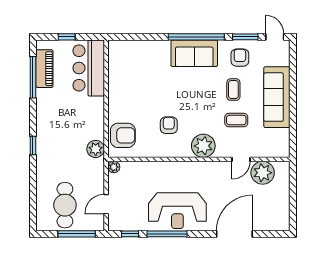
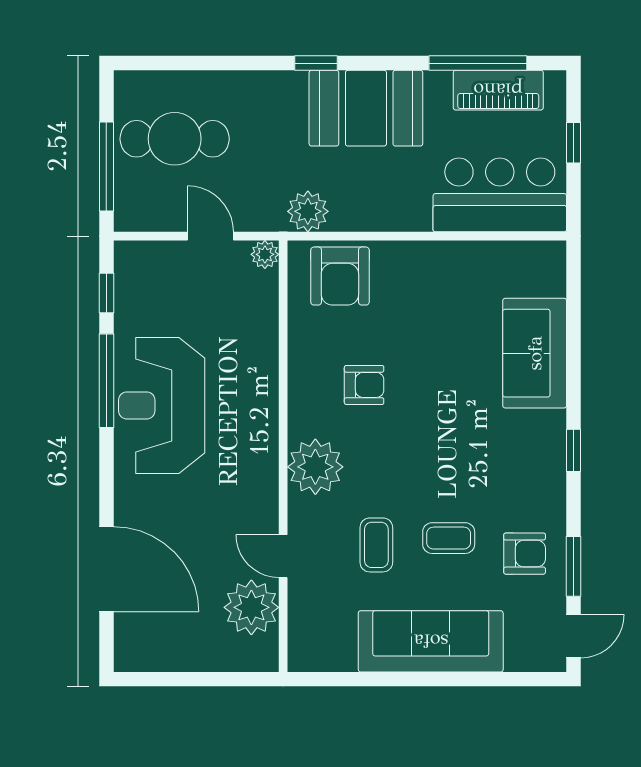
window: (196, 37) -> (574, 450), width x0.32
sofa: (194, 53) -> (535, 353), moved
booth: (52, 124) -> (366, 108), added
door: (106, 204) -> (210, 236), moved
door: (234, 234) -> (106, 569), moved

